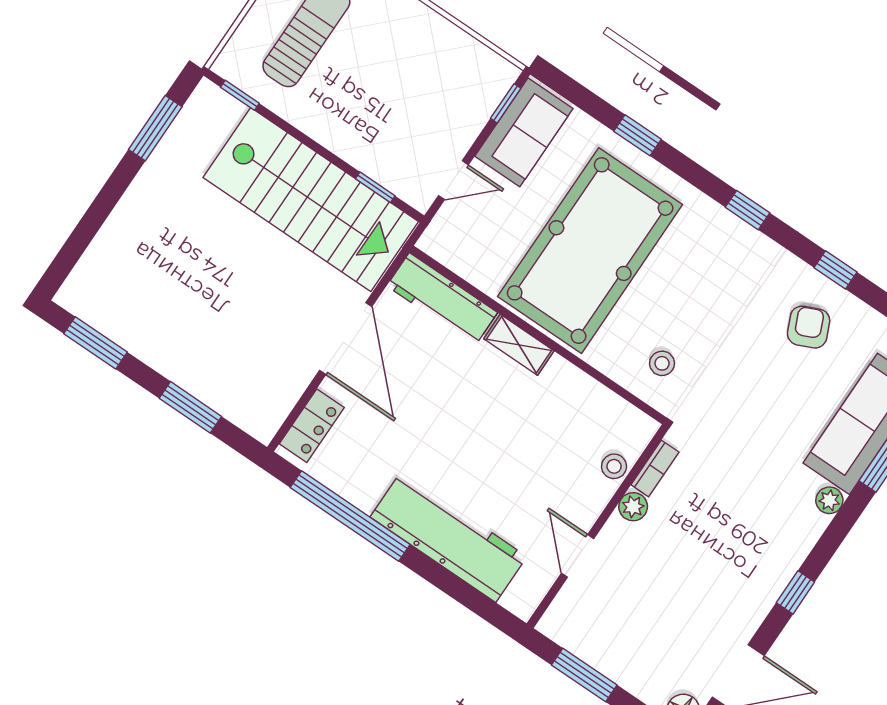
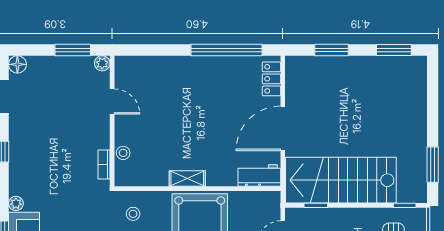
workbench: (442, 299) -> (259, 176), width x0.73
door: (346, 339) -> (283, 128), hinge flipped
shelving: (519, 345) -> (187, 178), moved
plant: (633, 507) -> (102, 63), moved
workbench: (449, 537) -> (176, 71), removed

